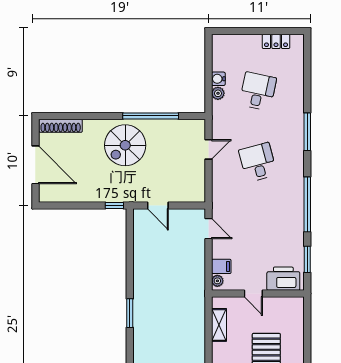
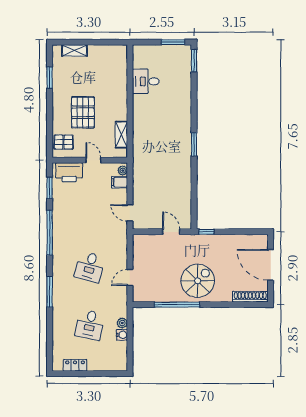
desk: (258, 162) -> (90, 267), turned 30
pallet: (290, 316) -> (64, 142), added

